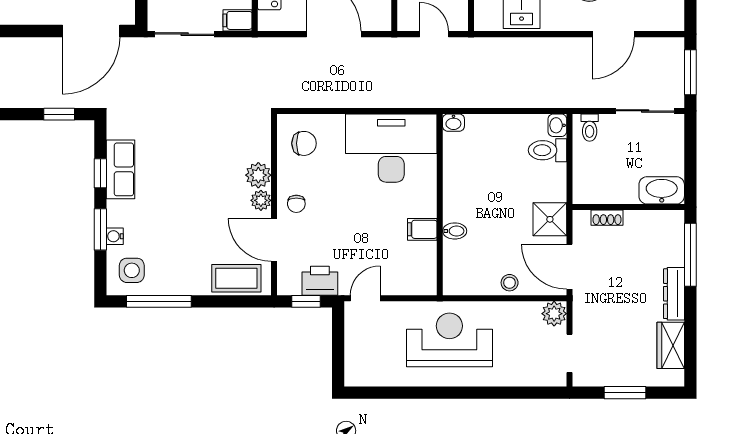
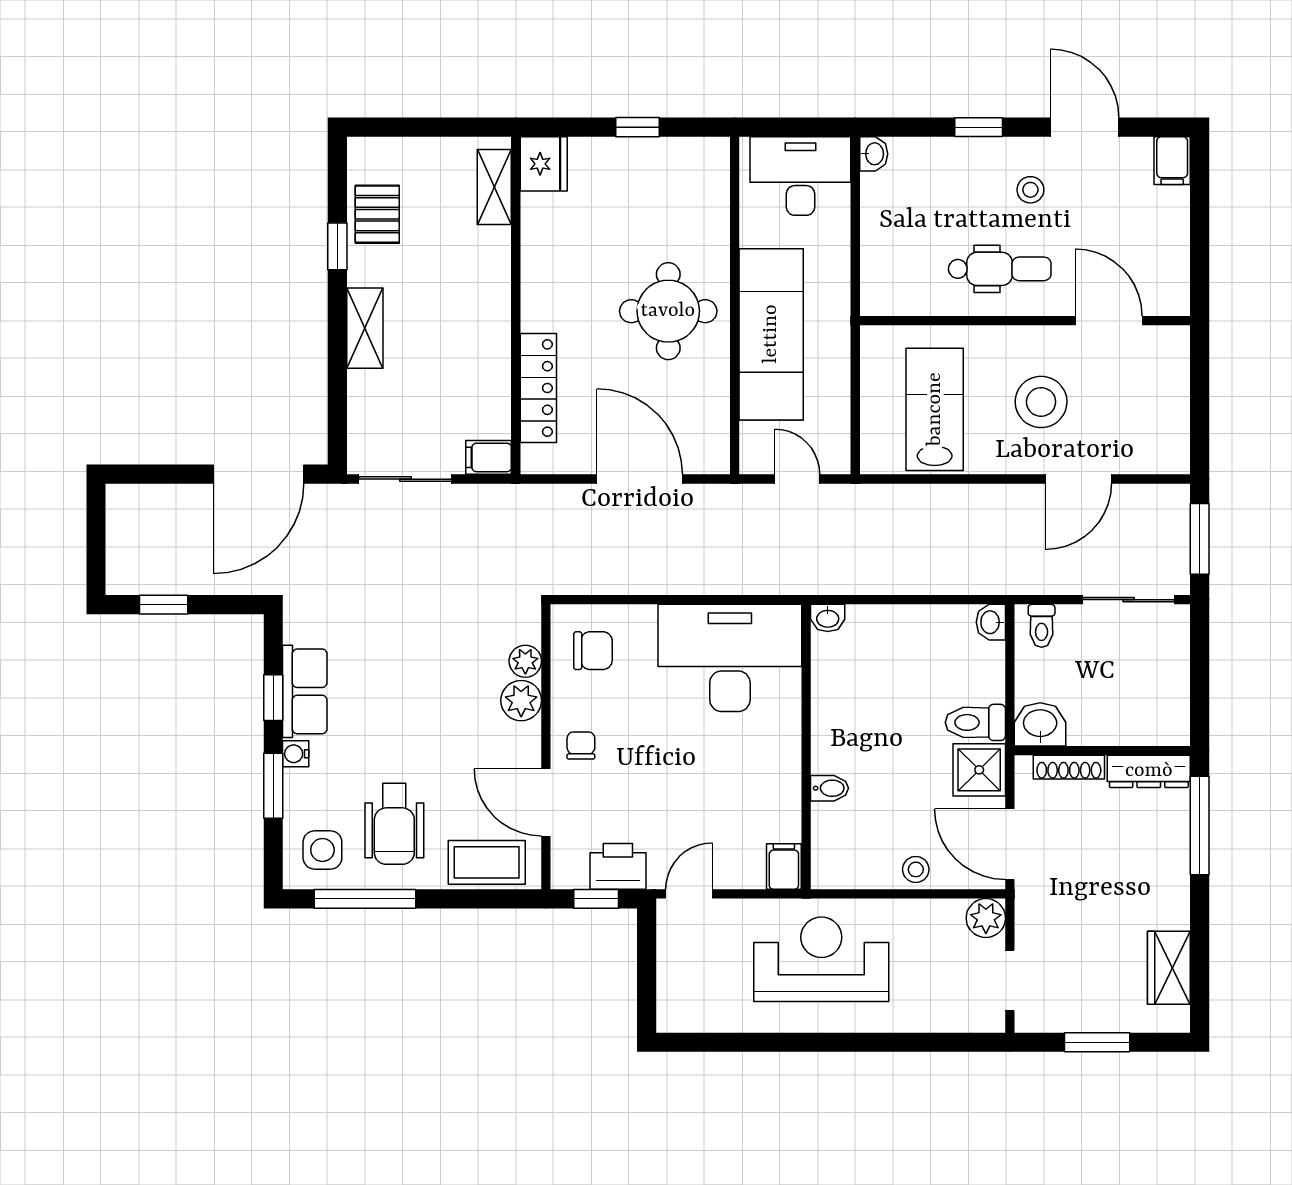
window: (59, 114) -> (164, 605), moved
toilet: (548, 150) -> (975, 722), moved
washbasin: (662, 190) -> (1040, 724), moved, width x0.72
plant: (261, 200) -> (525, 661), moved
chair: (296, 204) -> (581, 745), turned 180
shoe rack: (607, 218) -> (1069, 767), width x1.43
filing cabinet: (422, 229) -> (784, 866), moved, turned 90
water cooler: (115, 236) -> (296, 754), moved
wheelchair: (178, 254) -> (394, 824), added
dresser: (674, 294) -> (1149, 771), moved, turned -90

